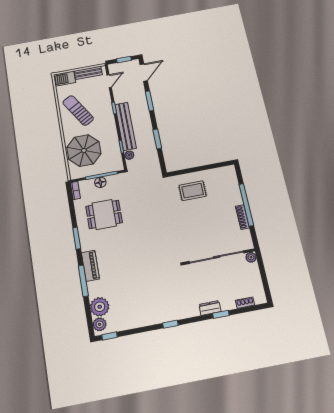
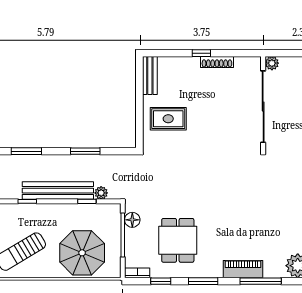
bench: (221, 172) -> (150, 75), added
floor lamp: (100, 182) -> (132, 220), moved
rug: (193, 191) -> (168, 119), turned 90
window: (246, 205) -> (201, 53), width x0.32
window: (72, 208) -> (161, 281), added

